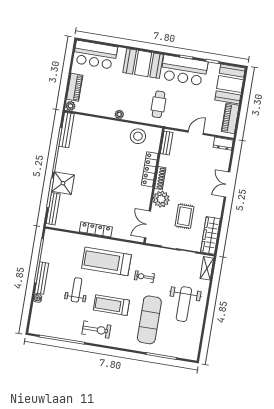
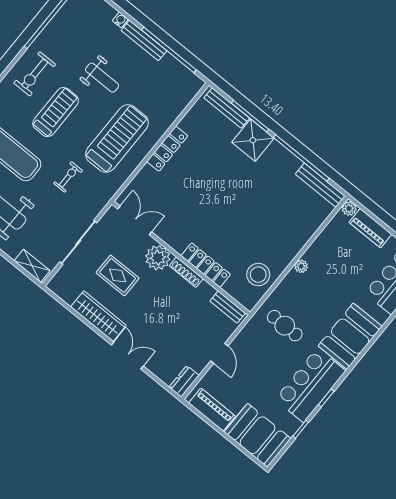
wardrobe: (210, 235) -> (98, 316), moved

